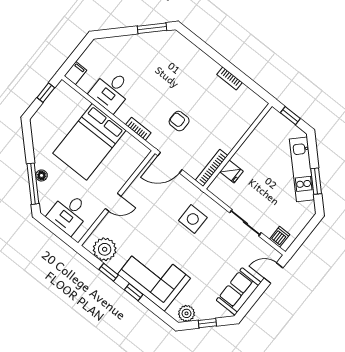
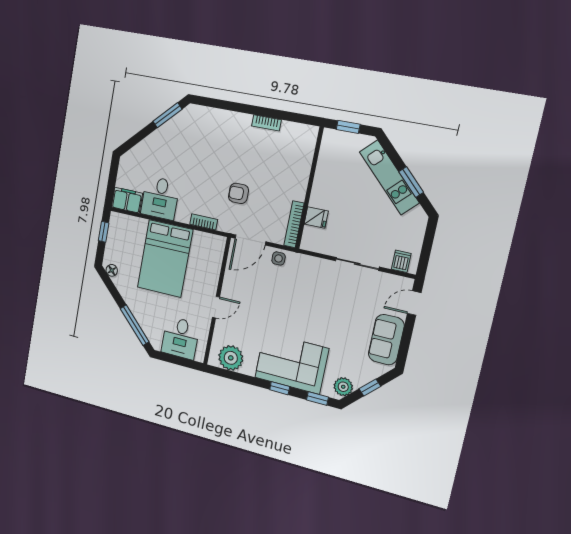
filing cabinet: (75, 73) -> (127, 200), width x2.00
floor lamp: (42, 175) -> (112, 270), moved
side table: (193, 219) -> (279, 258), moved, width x0.54, depth x0.54
window: (109, 272) -> (317, 398), moved

